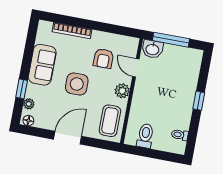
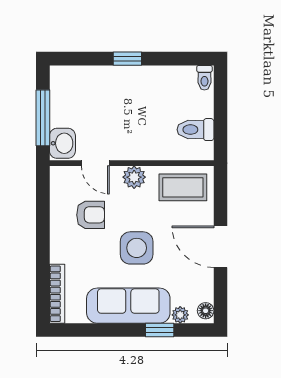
bookcase: (72, 31) -> (57, 294), moved
sofa: (42, 65) -> (128, 306), width x1.36
door: (136, 68) -> (95, 163), hinge flipped
toilet: (180, 135) -> (204, 78), moved

